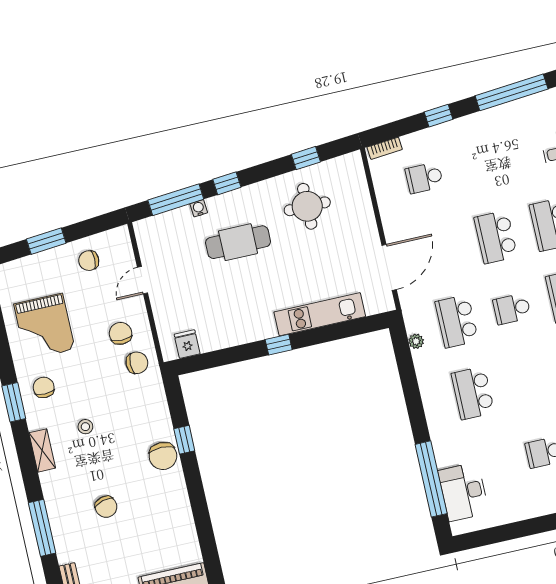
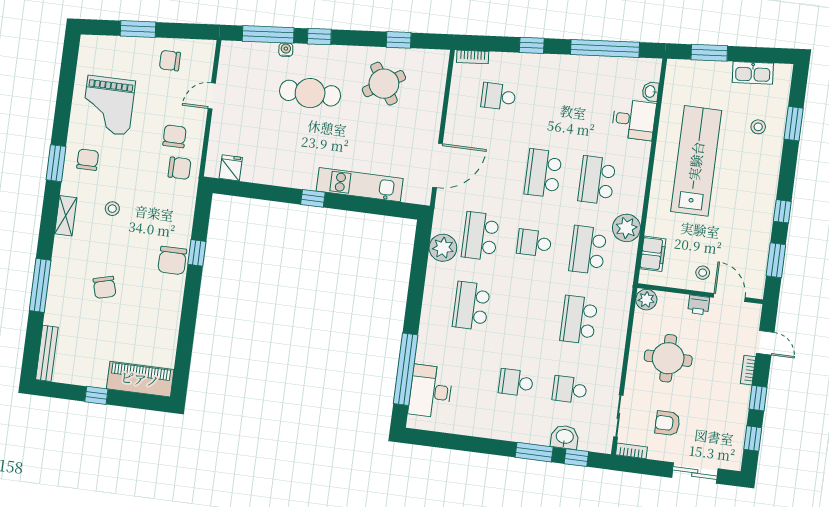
round table: (307, 206) -> (384, 84), turned -32
plant: (416, 341) -> (443, 248), width x1.88, depth x1.88

